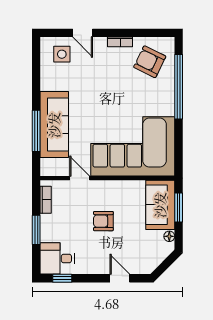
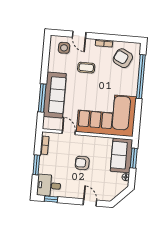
coffee table: (97, 80) -> (86, 68), added

